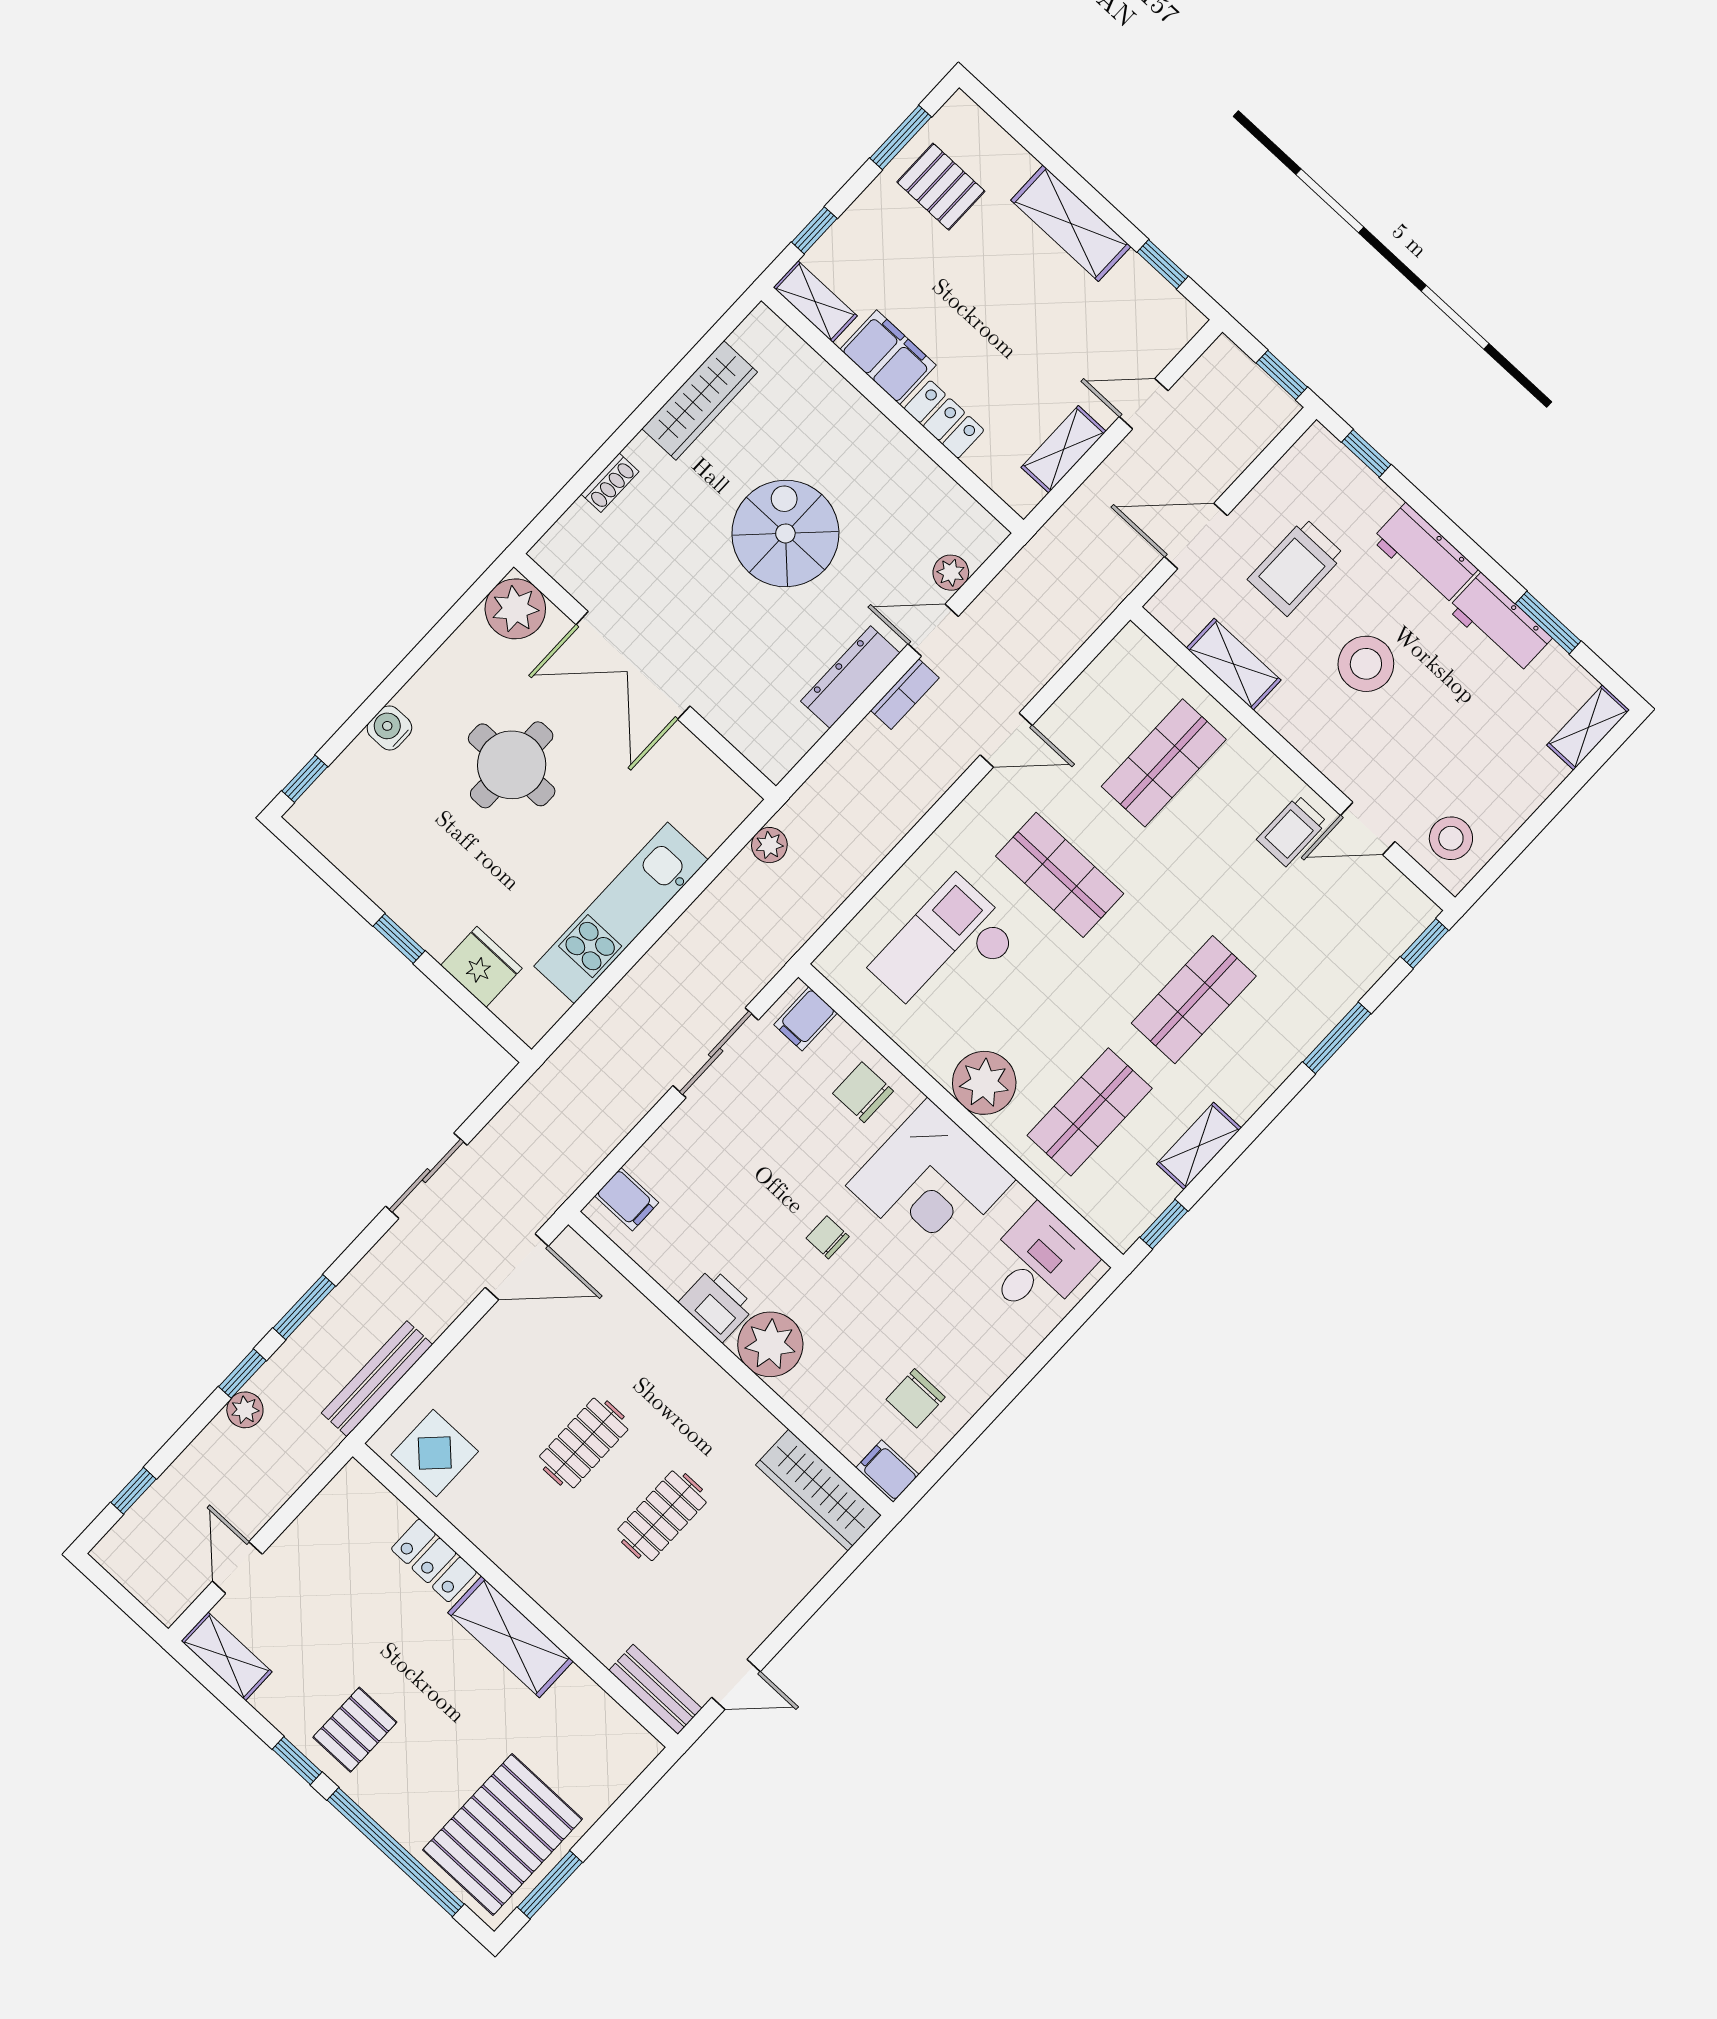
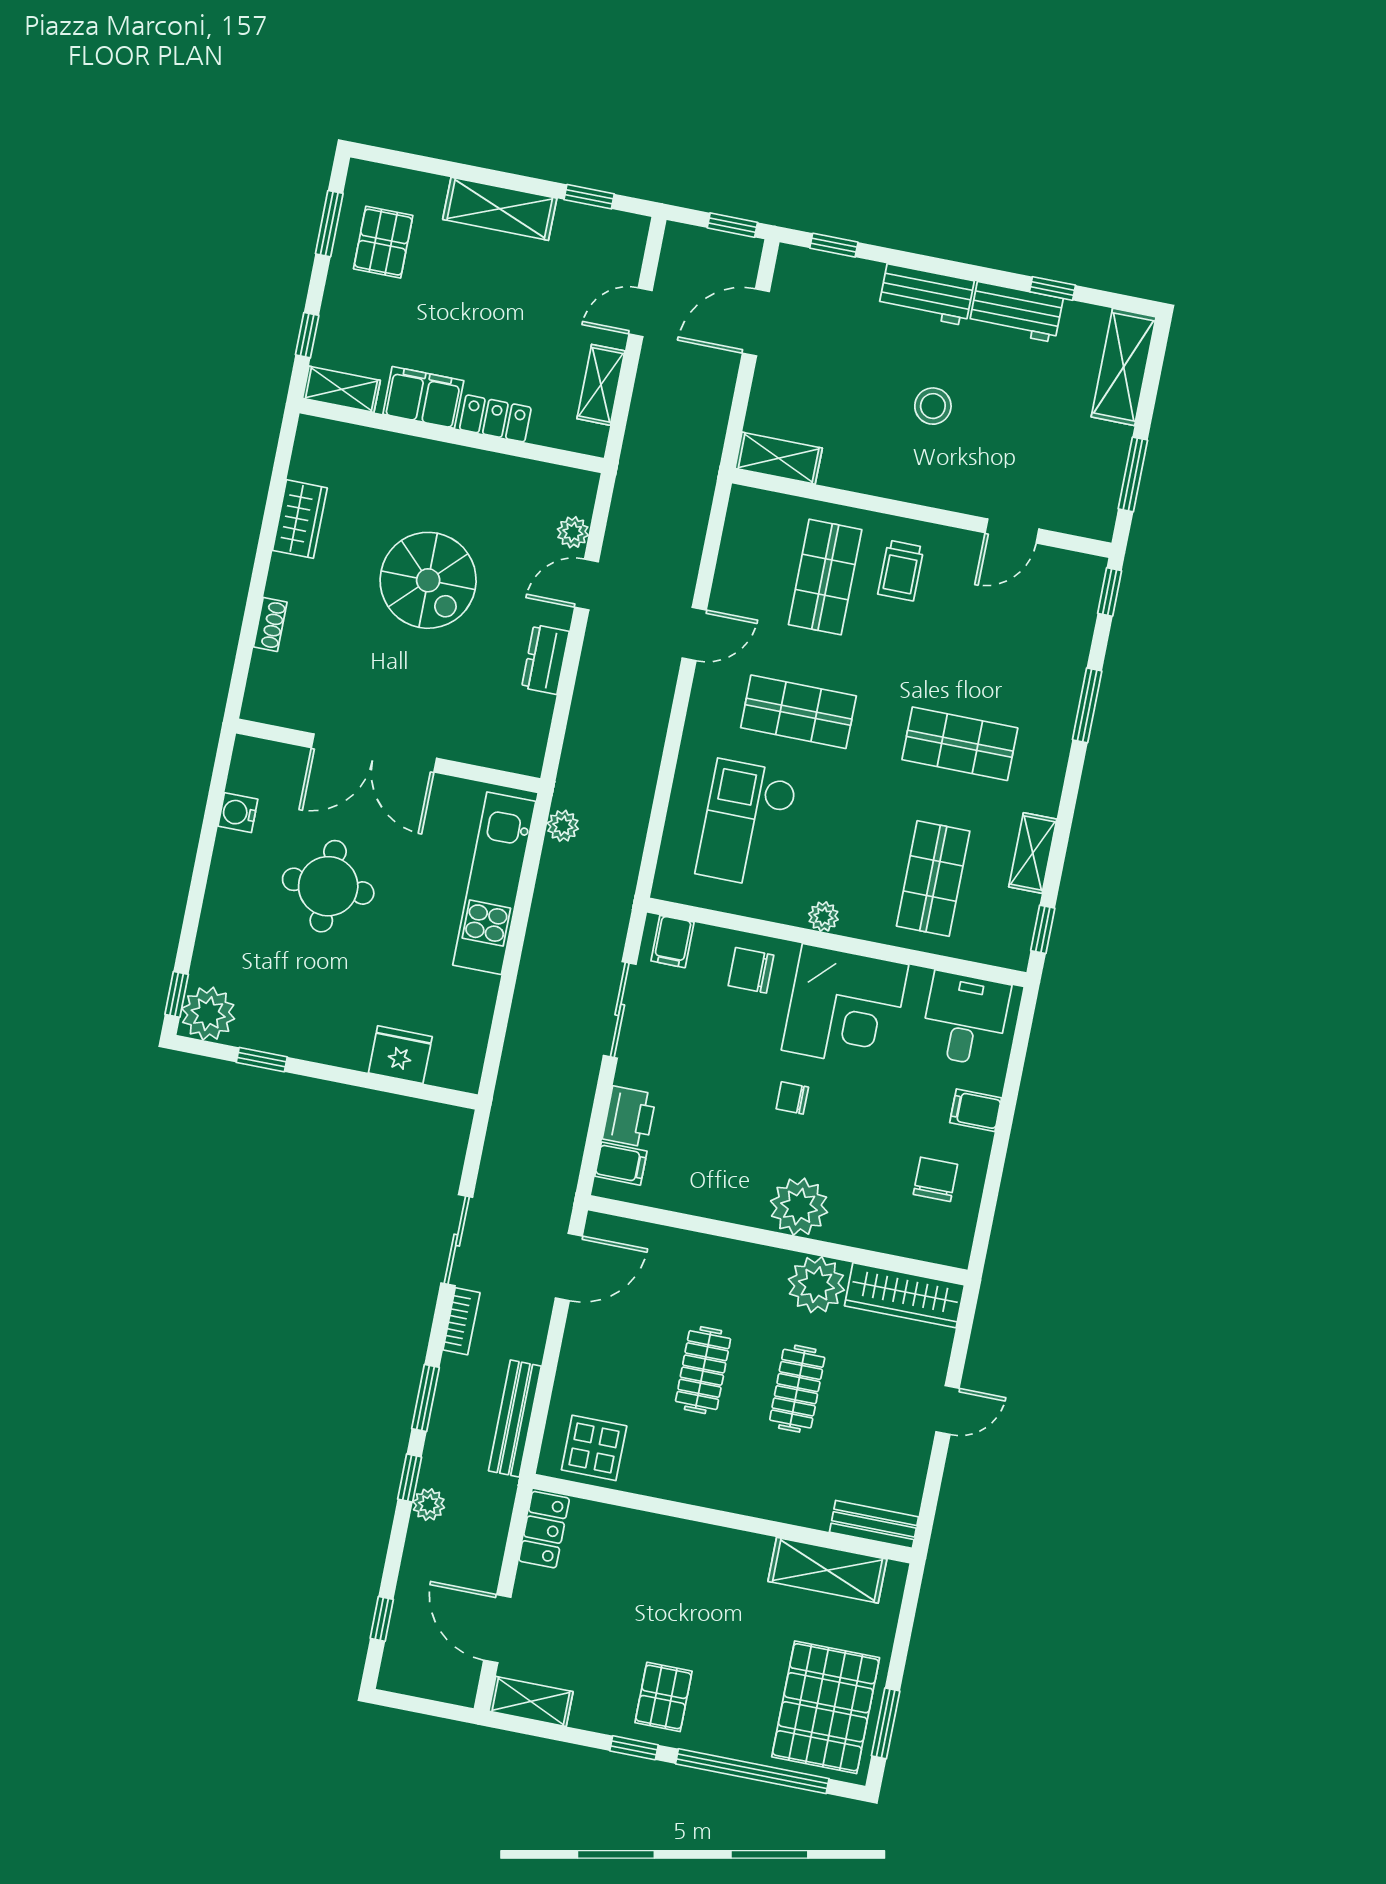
pallet: (941, 187) -> (383, 242), turned 90
wardrobe: (700, 400) -> (300, 519), width x0.67
spiral stairs: (785, 533) -> (428, 580), turned 180
door: (1196, 536) -> (756, 322), moved
trolley: (1296, 567) -> (834, 365), removed
plant: (515, 609) -> (208, 1014), moved
window: (1548, 622) -> (1053, 288), width x0.67
shelving: (1234, 664) -> (779, 458), moved
stool: (1366, 664) -> (933, 406), width x0.73, depth x0.73
dresser: (850, 677) -> (545, 659), width x0.70
bookcase: (905, 694) -> (461, 1321), moved
water cooler: (389, 728) -> (238, 813), moved
shelving: (1588, 728) -> (1124, 367), width x1.50, depth x1.33
trolley: (1292, 831) -> (901, 571), moved
stool: (1451, 838) -> (1080, 499), removed
window: (1515, 846) -> (1133, 474), added
kitchen unit: (621, 913) -> (494, 883), moved
window: (399, 938) -> (262, 1060), moved
shop shelf: (1194, 1000) -> (960, 744), turned 90
plant: (984, 1083) -> (823, 917), width x0.53, depth x0.53
printer: (717, 1305) -> (629, 1117), moved, turned 90
chair: (916, 1398) -> (935, 1179), turned 180
plant: (741, 1428) -> (816, 1285), added
filing cabinet: (887, 1471) -> (976, 1110), moved
locker: (434, 1560) -> (544, 1530), moved, turned -90
door: (237, 1568) -> (497, 1629), width x1.38
shelving: (510, 1637) -> (827, 1570), moved
door: (736, 1684) -> (948, 1410), moved

